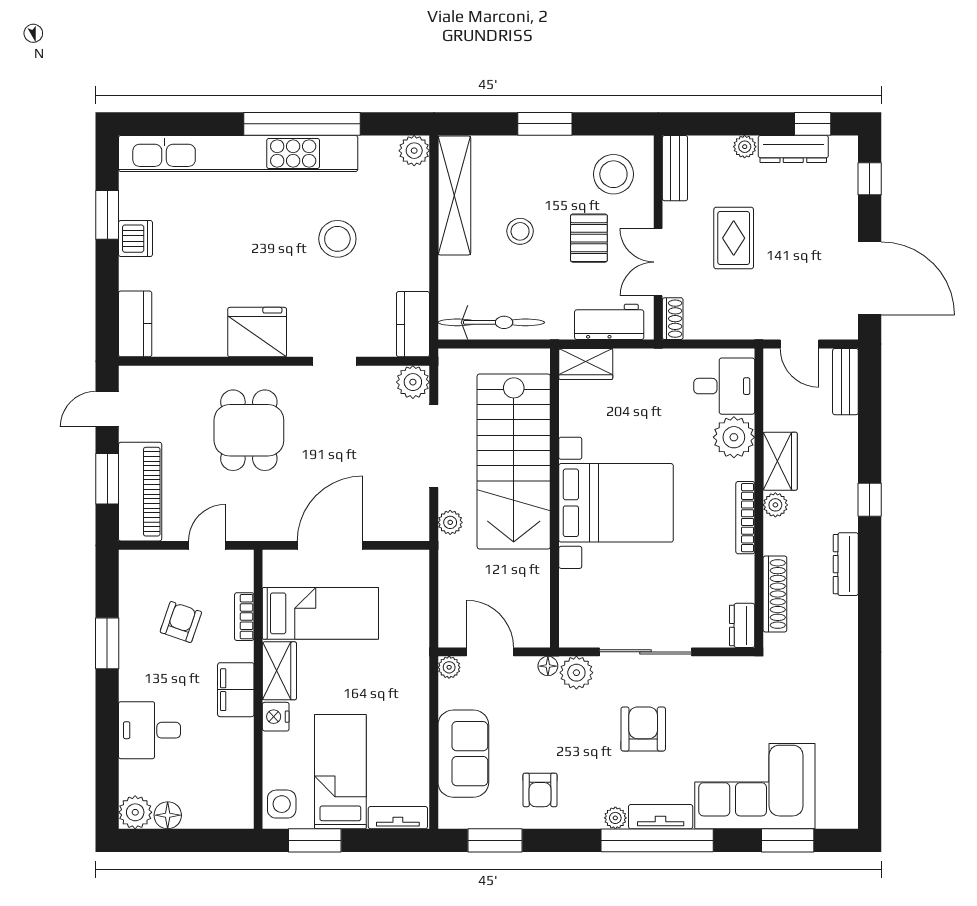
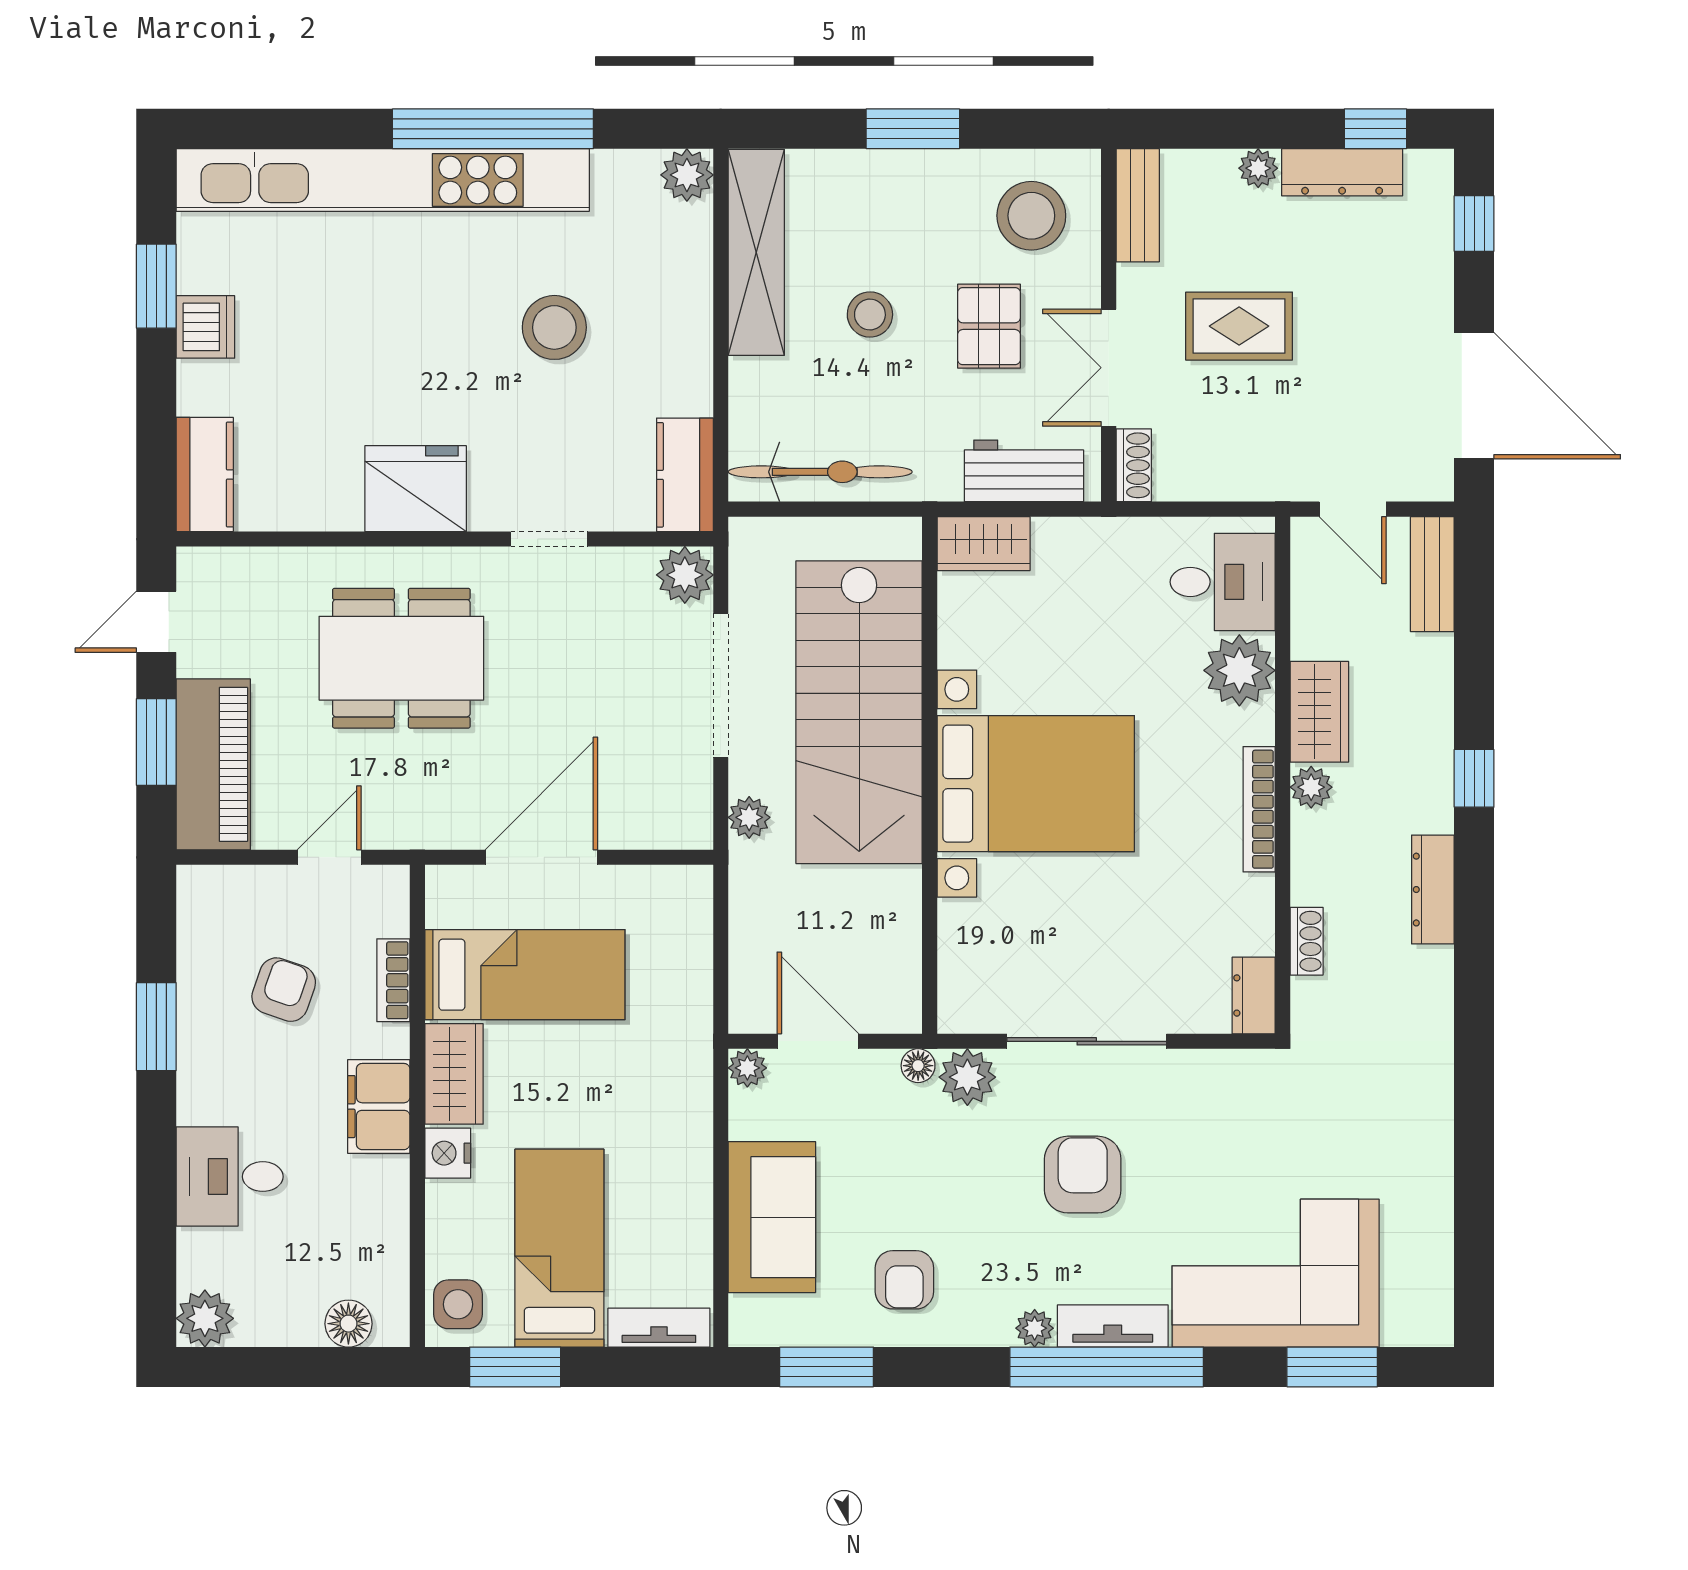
rug: (734, 238) -> (1239, 326), turned 90
dining table: (249, 430) -> (401, 658), width x1.37
shoe rack: (775, 594) -> (1307, 941), width x0.51, depth x0.81
floor lamp: (168, 815) -> (348, 1324), moved

